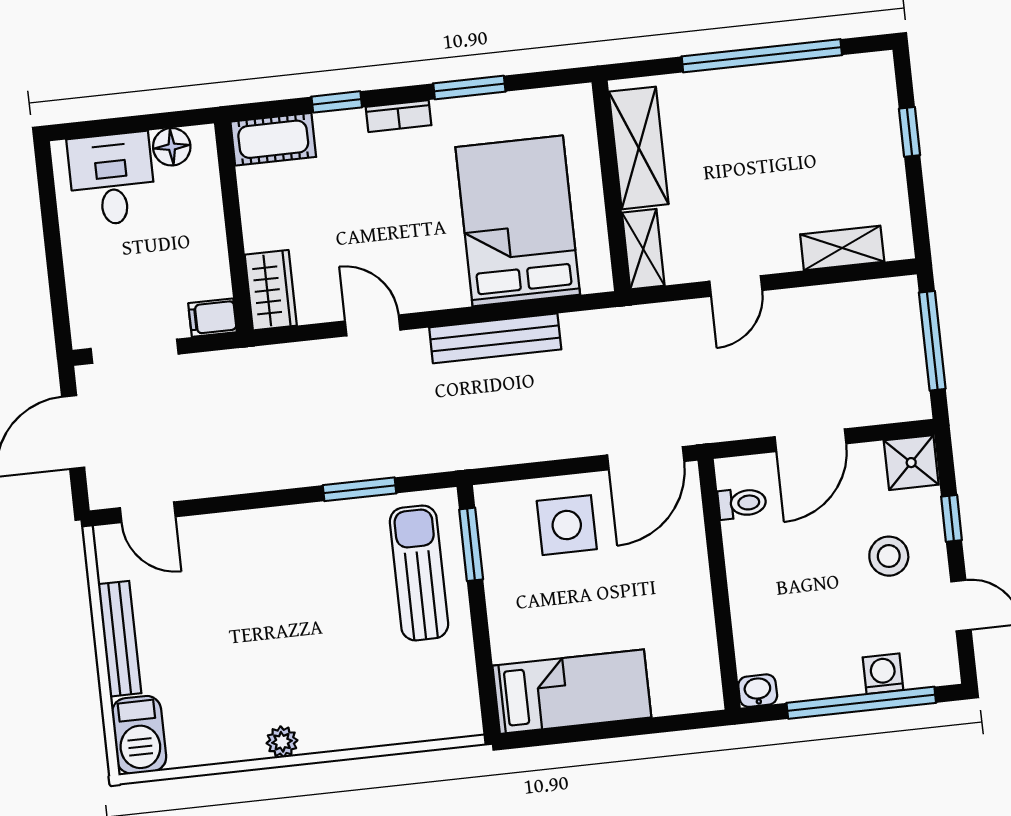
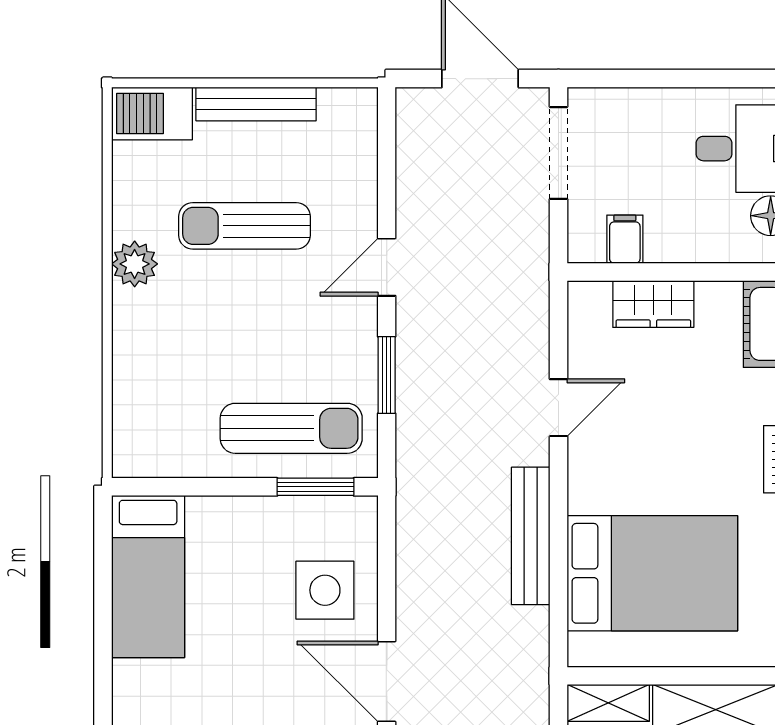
wardrobe: (271, 290) -> (653, 304), moved
filing cabinet: (213, 318) -> (625, 239), moved
door: (148, 512) -> (387, 267), moved
sun lounger: (235, 637) -> (245, 226), added
plant: (282, 742) -> (135, 264), width x1.38, depth x1.38

